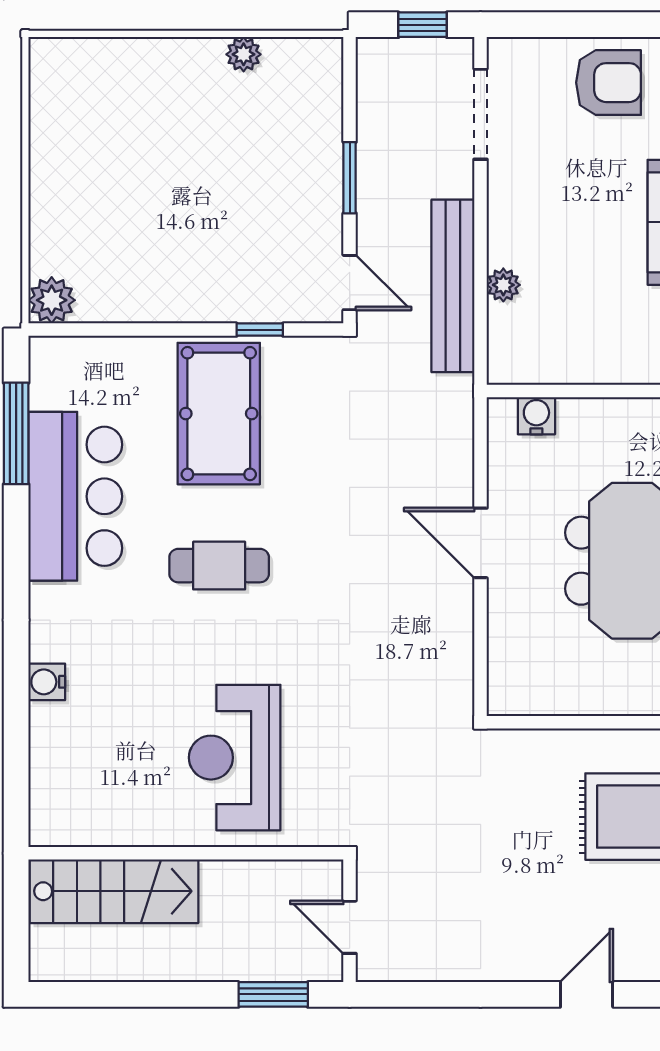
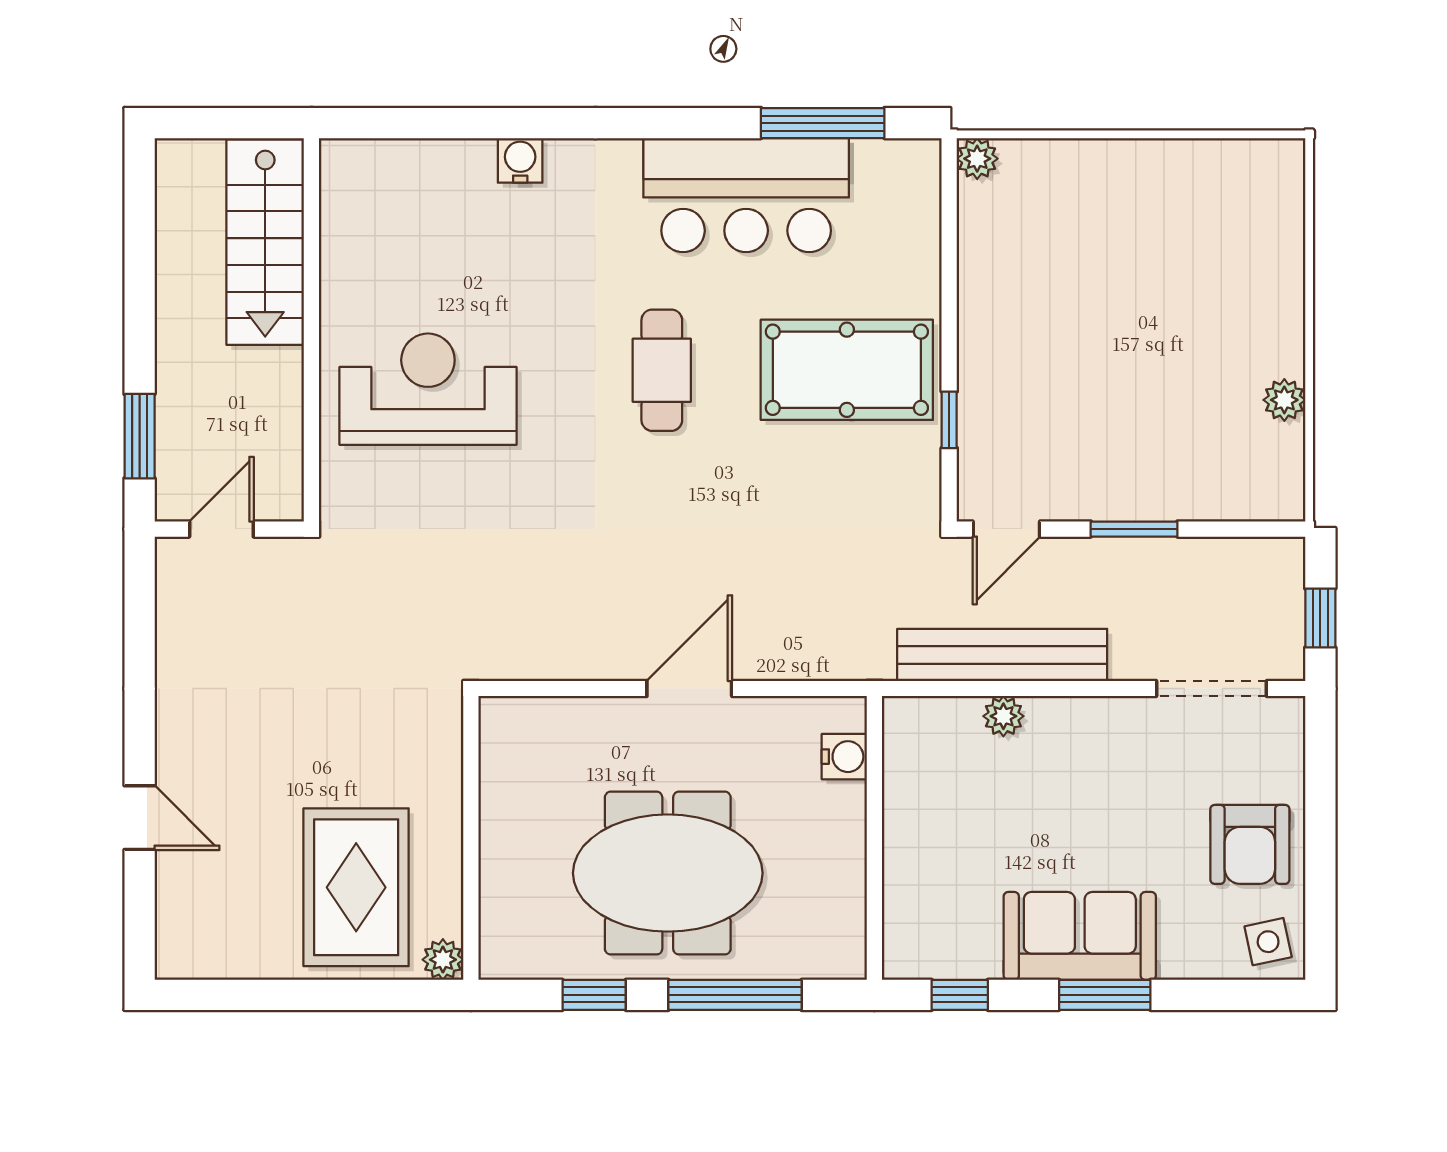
plant: (52, 300) -> (977, 159), width x0.73, depth x0.73

